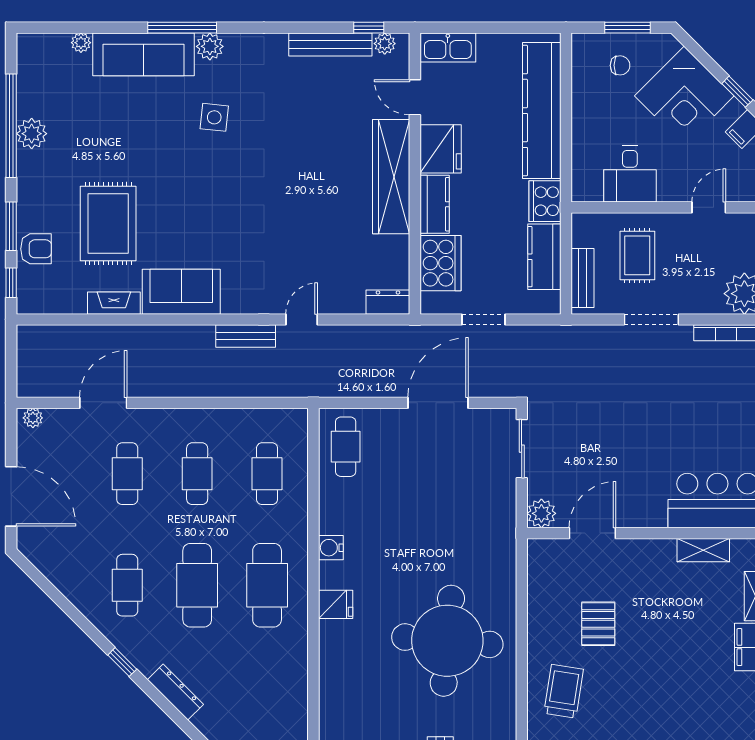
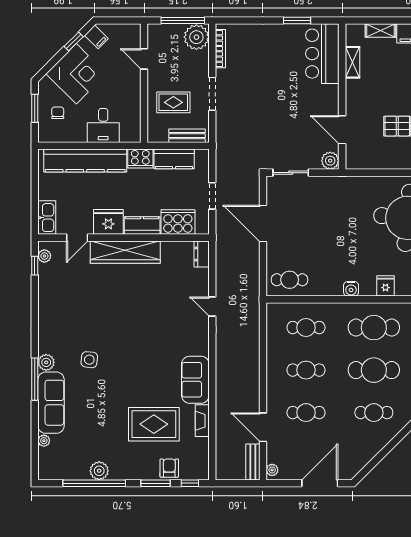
bench: (330, 45) -> (45, 289), removed
desk: (630, 174) -> (103, 125), moved, turned 90
bench: (246, 336) -> (253, 462), moved

